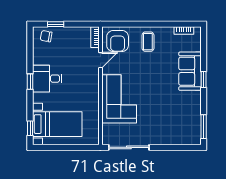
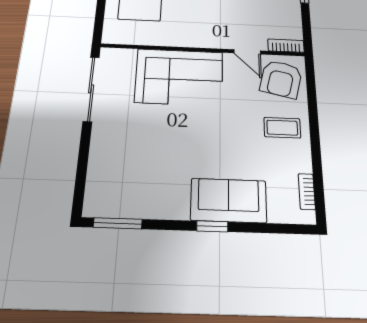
armchair: (118, 41) -> (281, 79), turned -77

